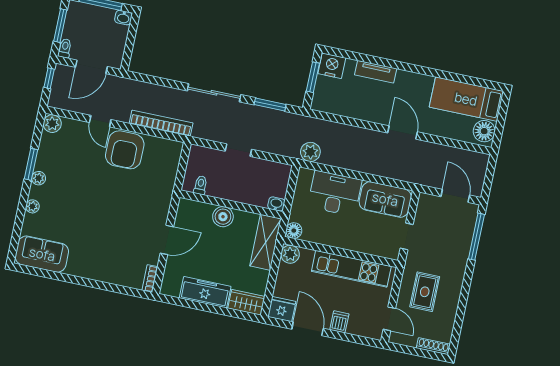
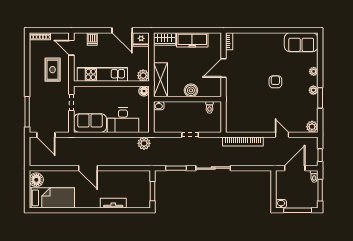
nightstand: (332, 66) -> (142, 201), removed
armchair: (125, 150) -> (275, 82), moved, width x0.53, depth x0.53
dishwasher: (339, 322) -> (92, 39), moved

